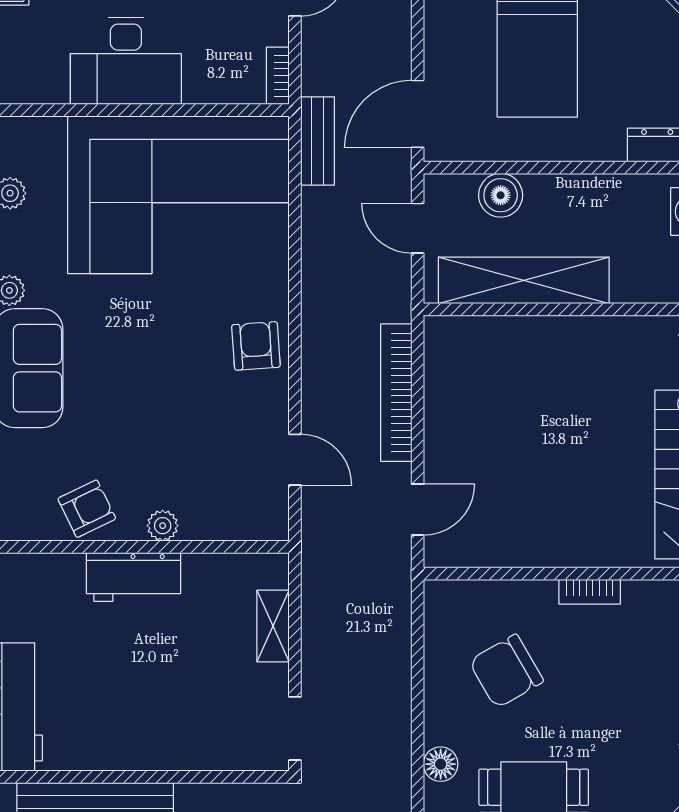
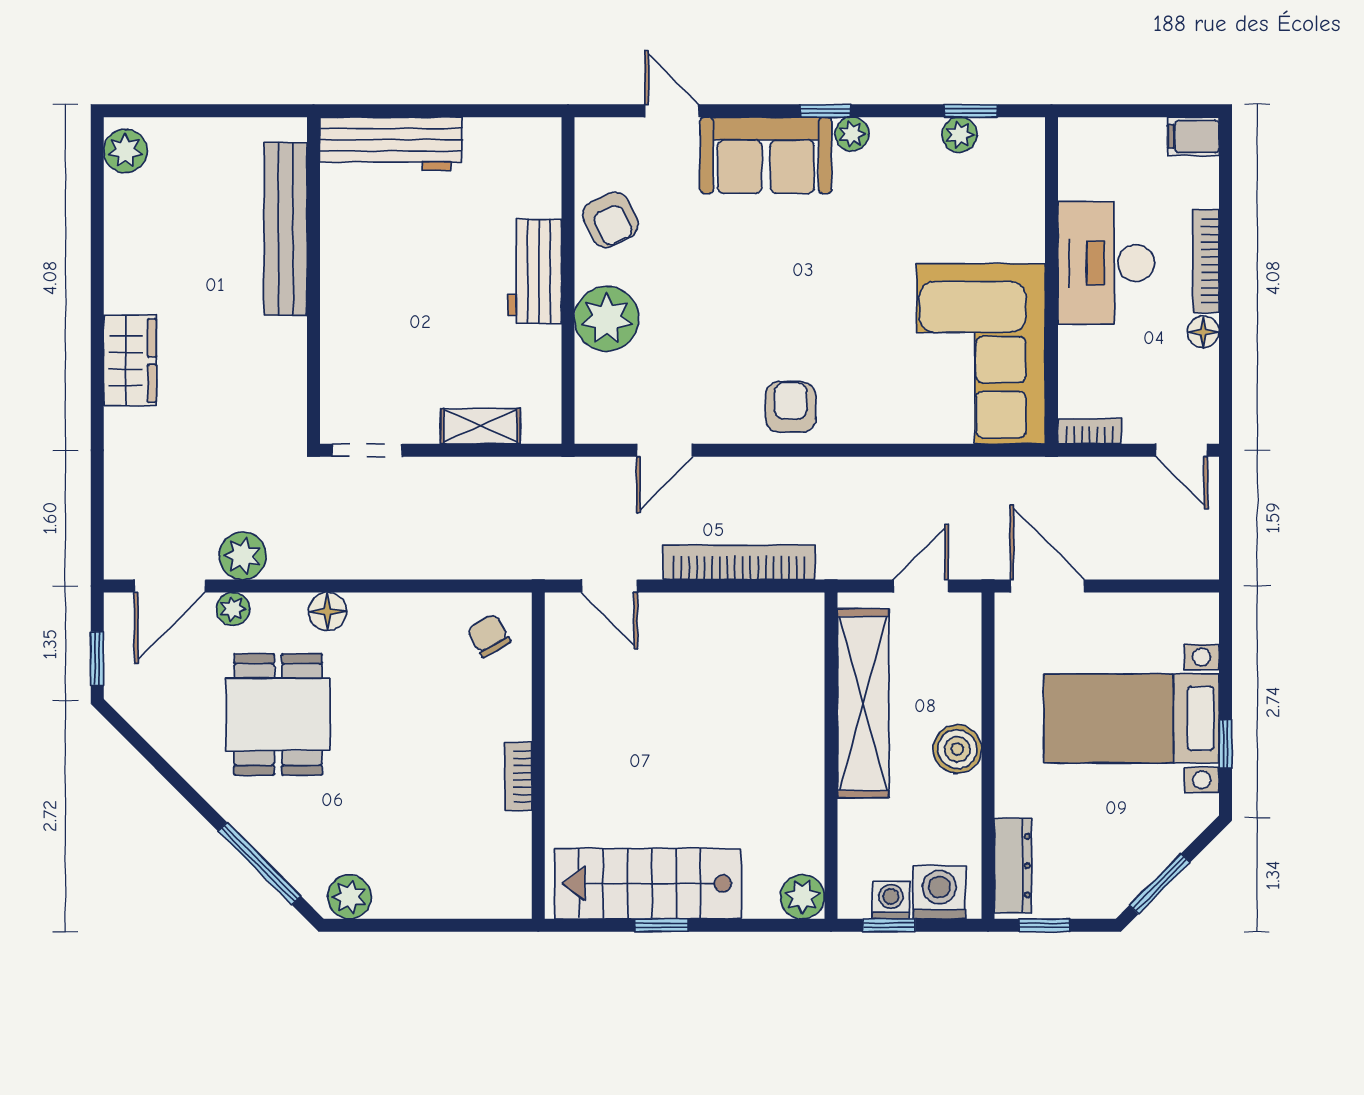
bench: (318, 141) -> (1017, 475), removed
corner sofa: (178, 195) -> (981, 354), width x0.73, depth x0.74
boiler: (501, 195) -> (957, 749), moved
armchair: (256, 346) -> (791, 407), turned -86
plant: (163, 526) -> (607, 319), width x1.88, depth x1.88
chair: (506, 671) -> (489, 636), moved, width x0.54, depth x0.54

